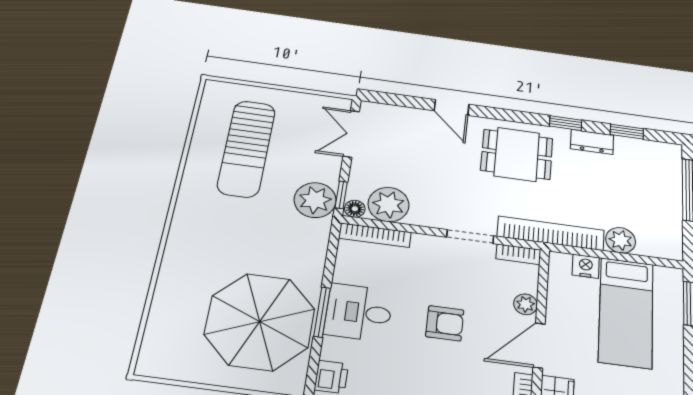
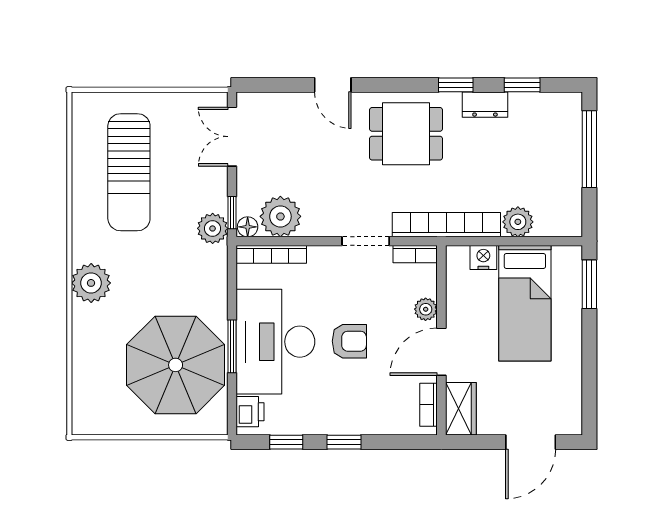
plant: (315, 200) -> (213, 228), width x0.73, depth x0.73
plant: (188, 236) -> (91, 283), added
desk: (359, 312) -> (275, 342), width x1.87, depth x1.30

